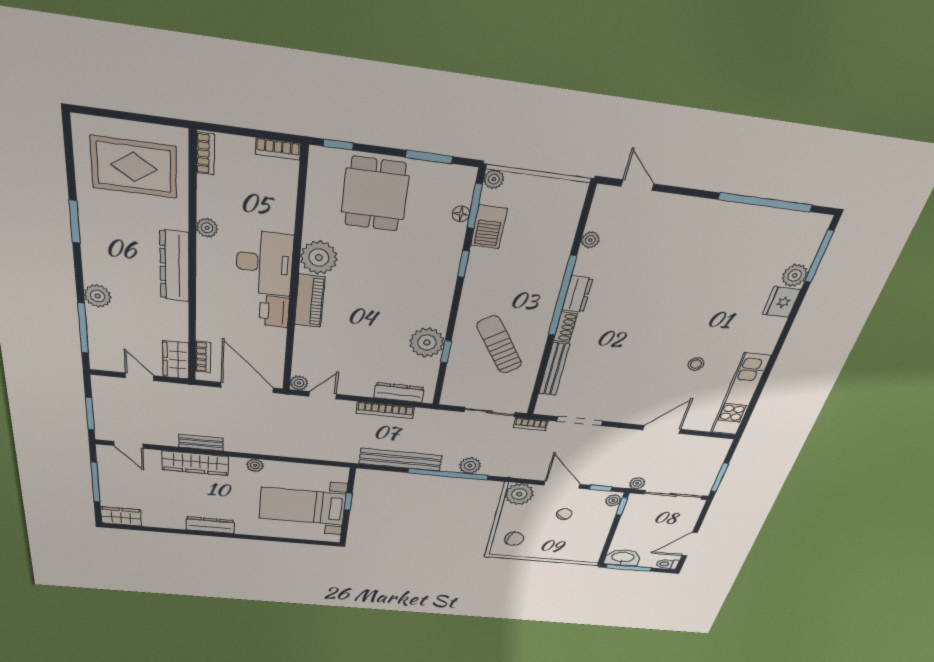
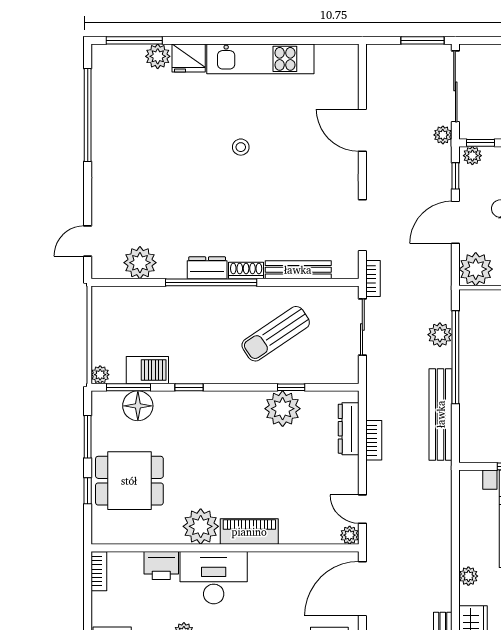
window: (338, 145) -> (88, 491), moved
floor lamp: (461, 214) -> (138, 406), width x1.89, depth x1.89
plant: (590, 240) -> (140, 263), width x1.88, depth x1.88
printer: (274, 312) -> (161, 566), moved
stool: (696, 364) -> (241, 147), moved
kitchen unit: (740, 395) -> (260, 59), moved
bookcase: (385, 410) -> (374, 440), width x0.64

